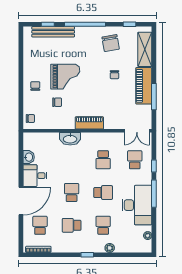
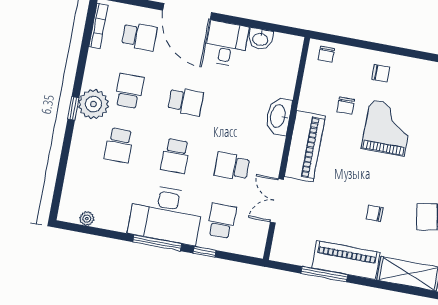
grand piano: (65, 77) -> (387, 128), turned 180
piano: (89, 123) -> (305, 146), width x1.37, depth x1.33
double door: (137, 131) -> (277, 201), moved
school desk: (135, 160) -> (222, 221), turned -90
desk: (137, 205) -> (166, 214), moved
school desk: (103, 225) -> (119, 145), turned 90
plant: (110, 248) -> (93, 104), moved, width x1.88, depth x1.88

